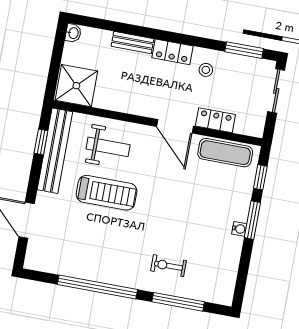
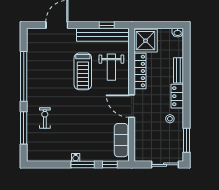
locker: (215, 120) -> (140, 71), moved, width x1.53
door: (175, 126) -> (132, 106), hinge flipped

